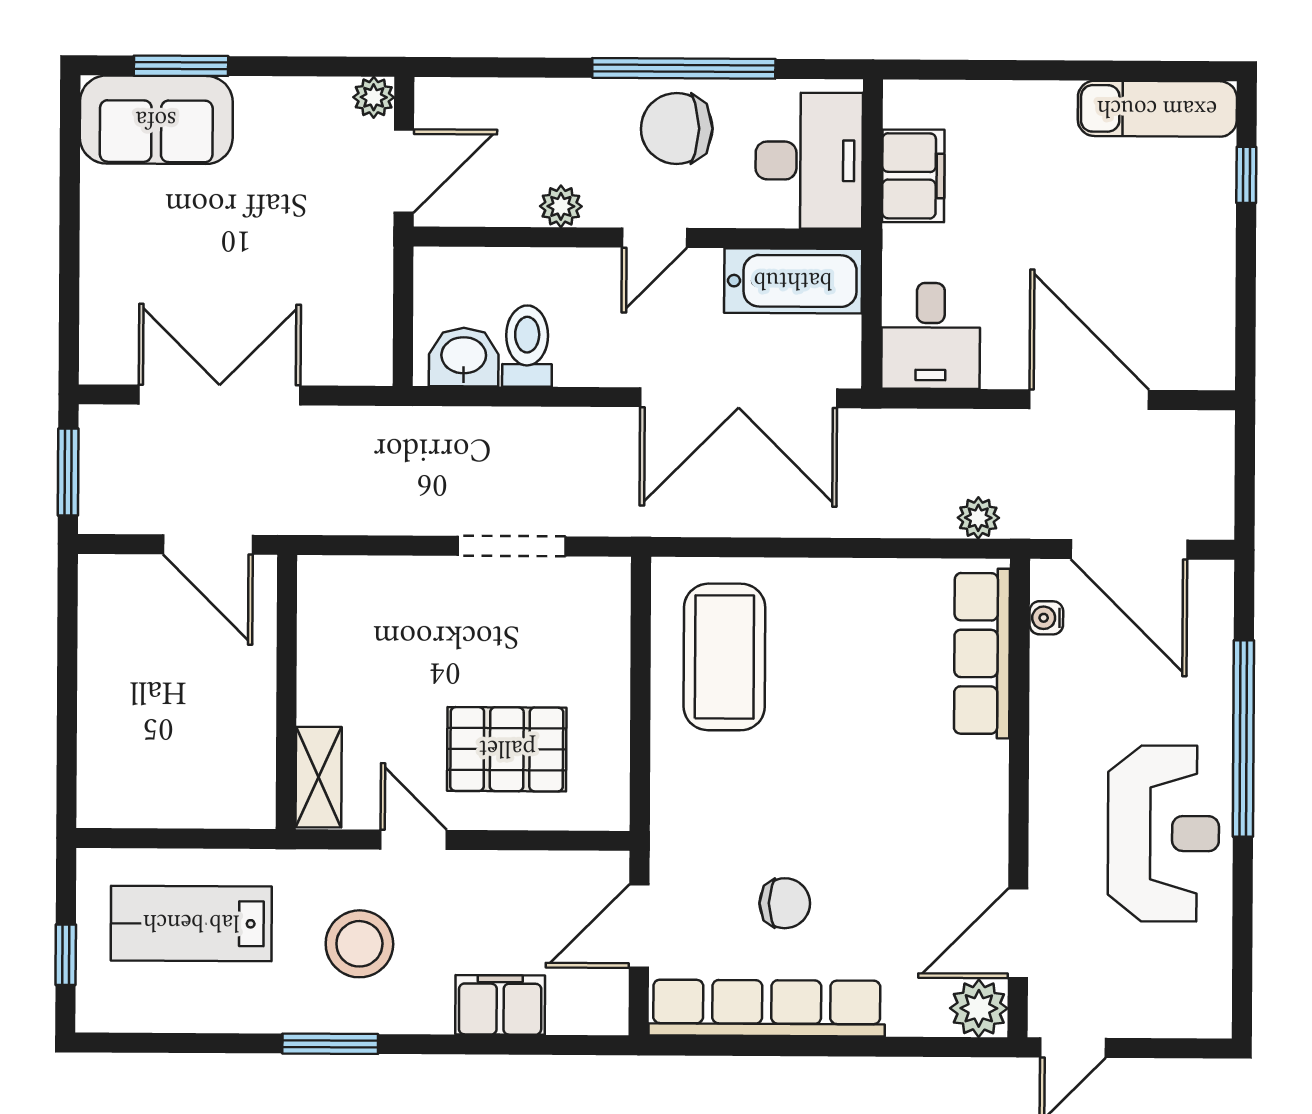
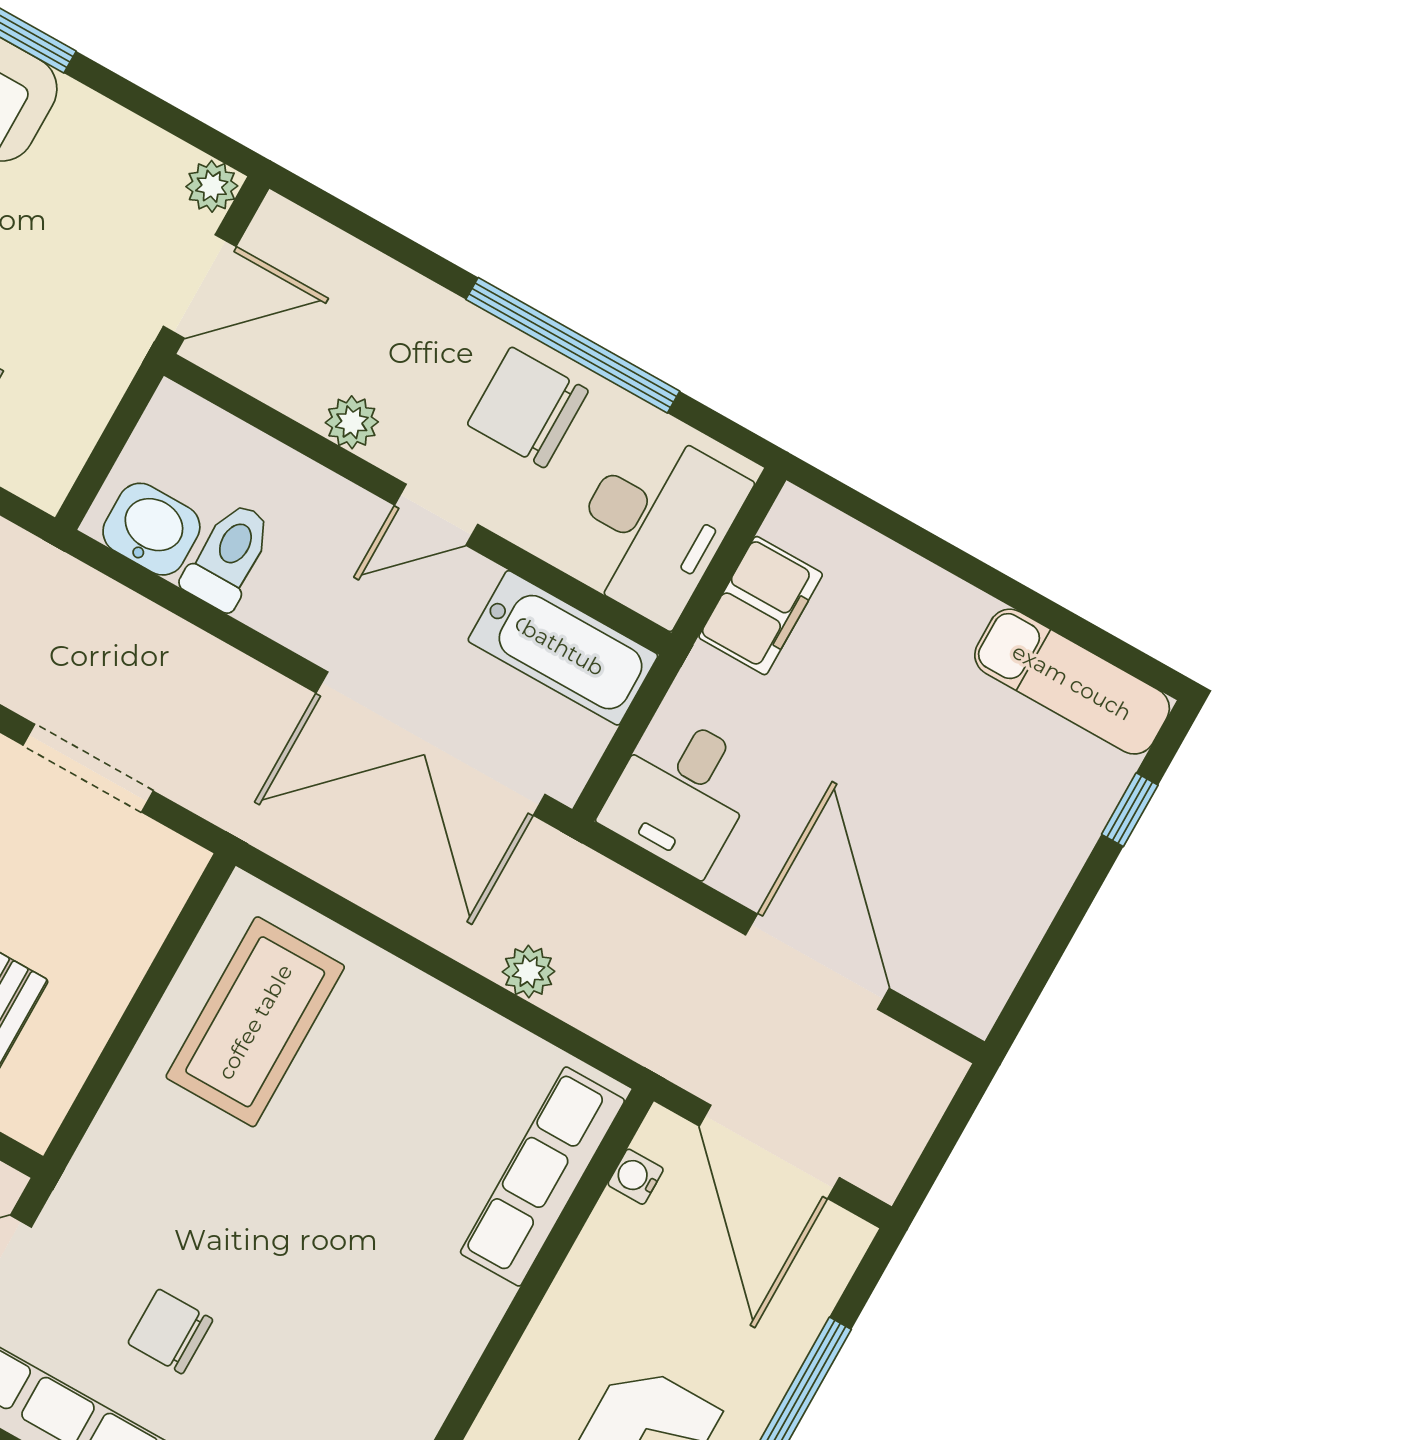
plant: (978, 518) -> (529, 972), moved
chair: (785, 903) -> (170, 1331), turned 180

